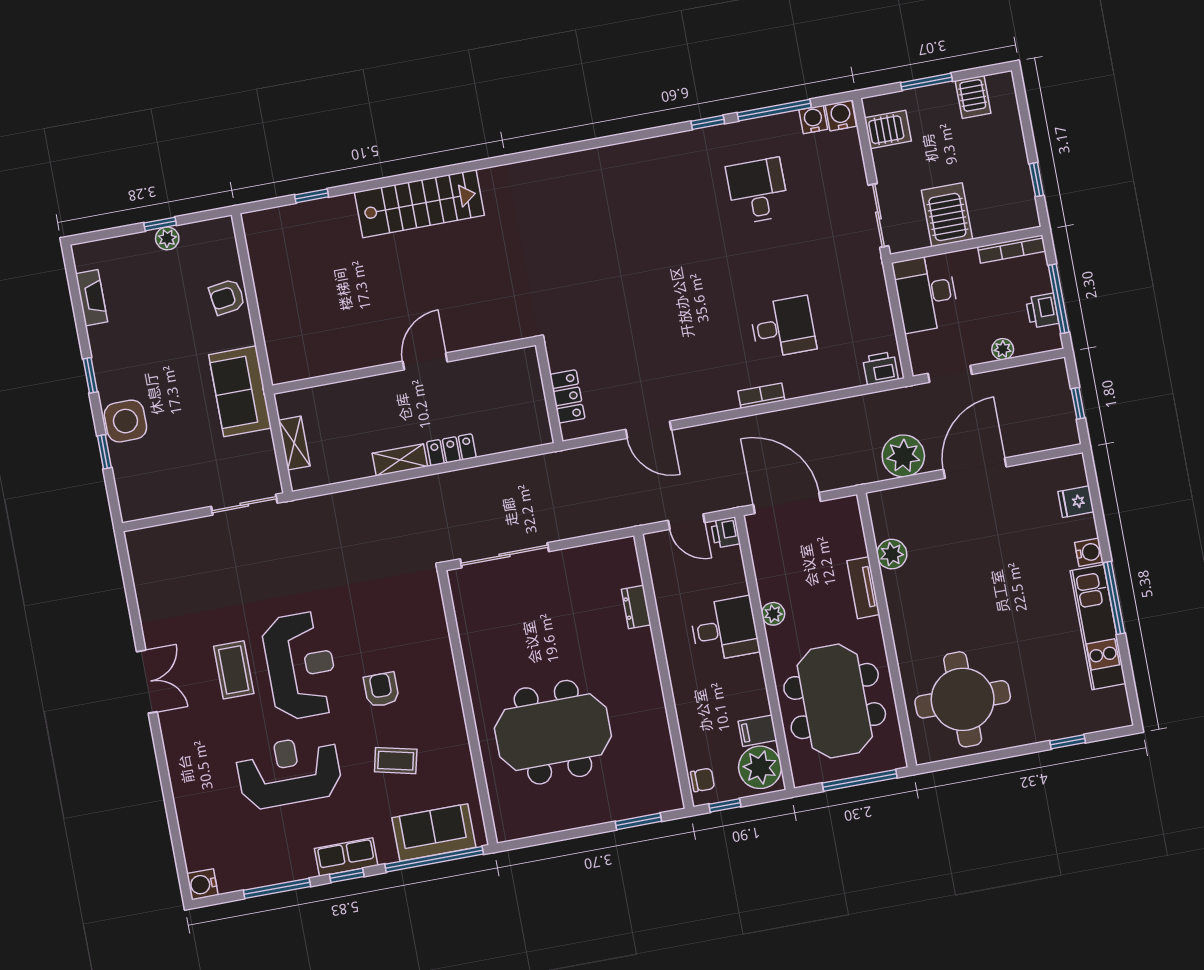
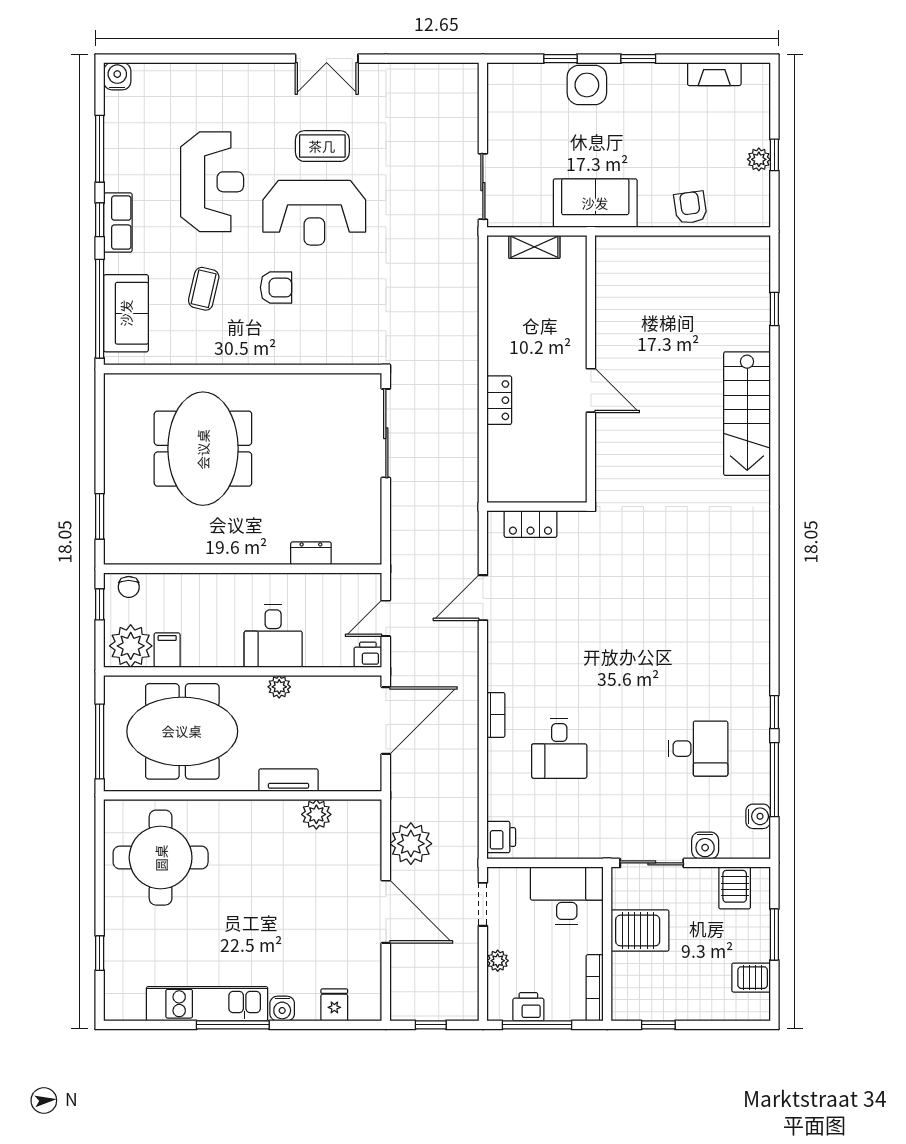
water cooler: (841, 116) -> (705, 845), moved, turned 90
shelving: (400, 460) -> (499, 348), removed

